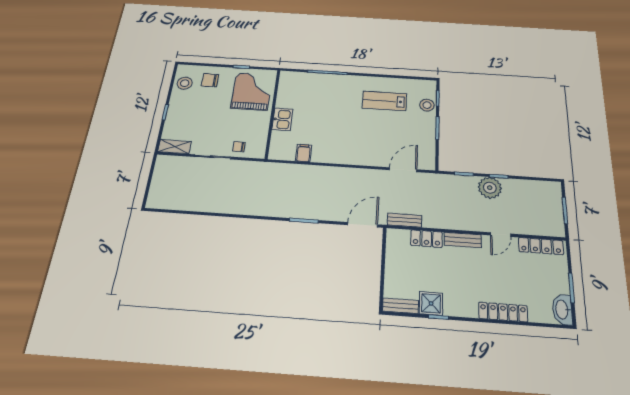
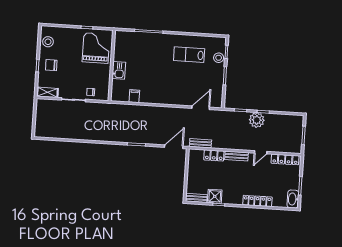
chair: (210, 80) -> (51, 65), moved

